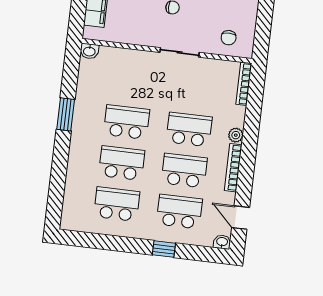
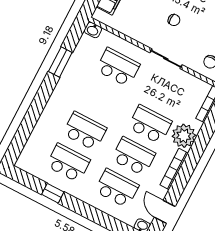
window: (66, 114) -> (60, 62), moved
school desk: (127, 122) -> (118, 67), moved
plant: (236, 135) -> (184, 136), width x1.87, depth x1.87
window: (164, 249) -> (53, 193), moved

